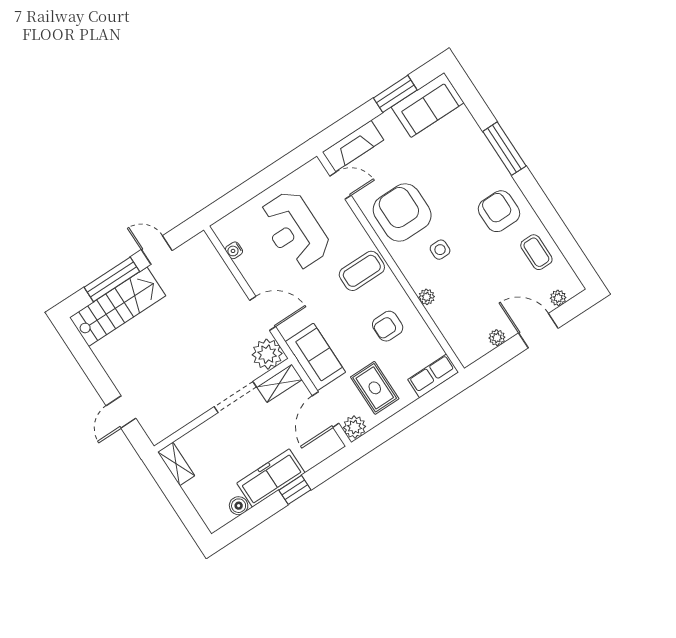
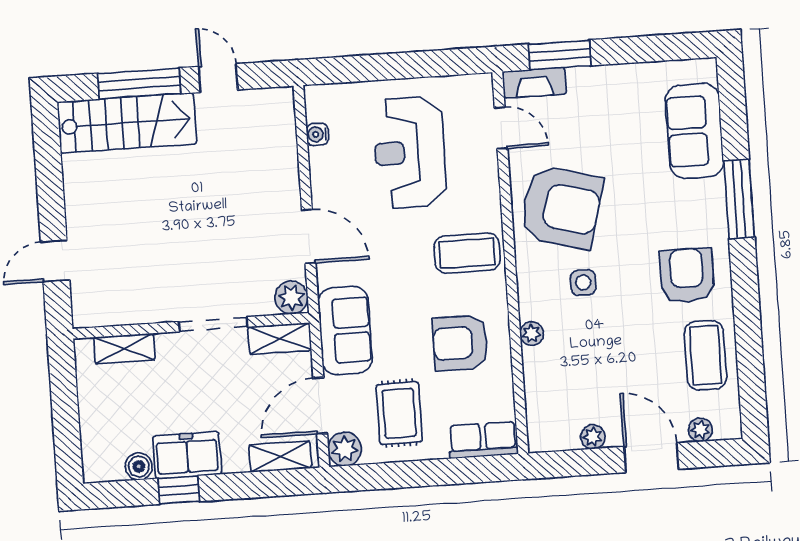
window: (395, 94) -> (560, 55), moved
sofa: (428, 105) -> (695, 131), moved, turned 90
fireplace: (353, 146) -> (534, 83), width x0.73, depth x0.76
armchair: (402, 213) -> (561, 207), turned 105
coffee table: (536, 252) -> (705, 355), width x1.36, depth x1.30
armchair: (388, 326) -> (460, 343), width x1.38, depth x1.38
plant: (267, 354) -> (291, 298), width x0.73, depth x0.73
shelving: (319, 453) -> (280, 457), added
shelving: (176, 464) -> (124, 349), moved, turned 90
freezer: (271, 478) -> (187, 455), width x0.71
window: (295, 490) -> (179, 490), moved

